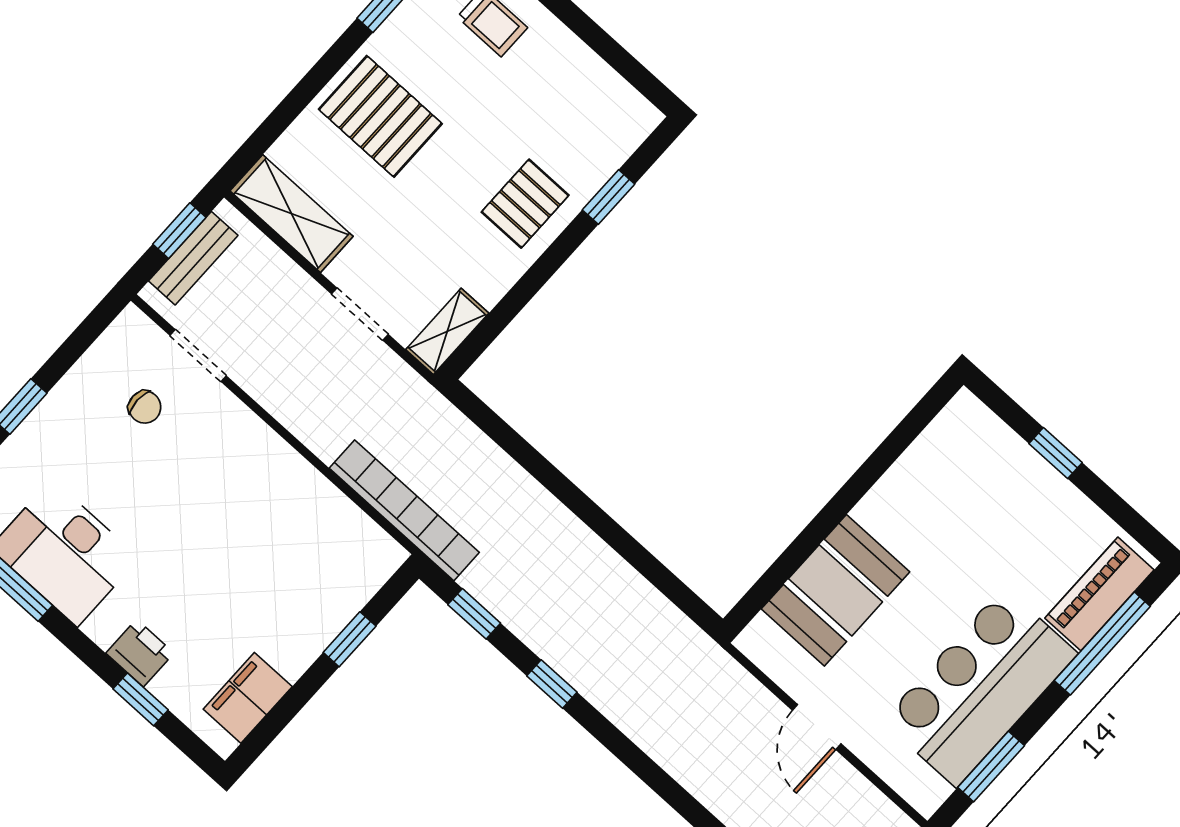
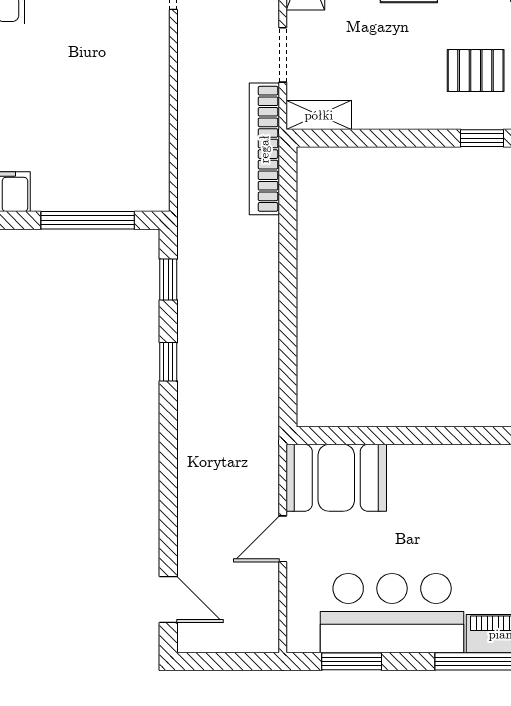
pallet: (525, 204) -> (476, 71), moved
bookcase: (404, 510) -> (264, 149), moved, turned 180
booth: (835, 590) -> (336, 478), moved
window: (350, 639) -> (88, 220), width x2.17

